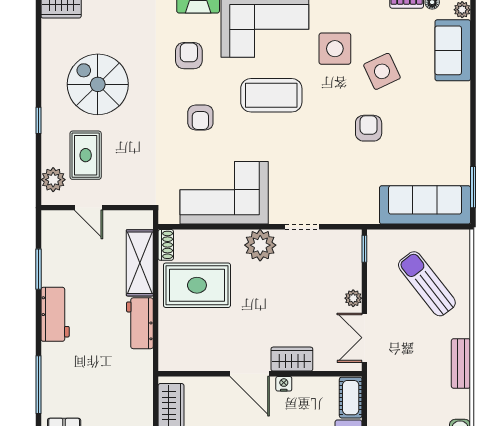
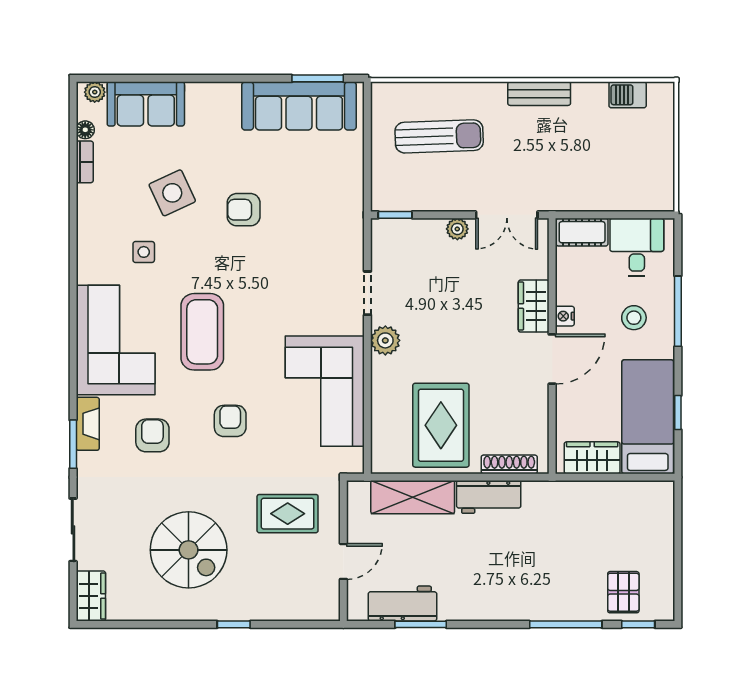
side table: (335, 49) -> (144, 252), width x0.54, depth x0.54
armchair: (189, 56) -> (152, 435), turned 90
spiral stairs: (98, 84) -> (189, 550), turned -90
armchair: (200, 118) -> (230, 421), turned -90
rug: (86, 155) -> (288, 514), moved
plant: (53, 180) -> (308, 606), removed
sofa: (425, 205) -> (299, 106), moved, turned -90
shoe rack: (166, 245) -> (509, 464), moved, width x1.43
plant: (260, 245) -> (385, 340), width x0.73, depth x0.73
sun lounger: (427, 284) -> (439, 136), turned -144
workbench: (55, 314) -> (402, 604), moved

